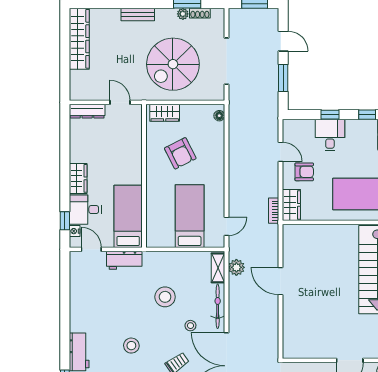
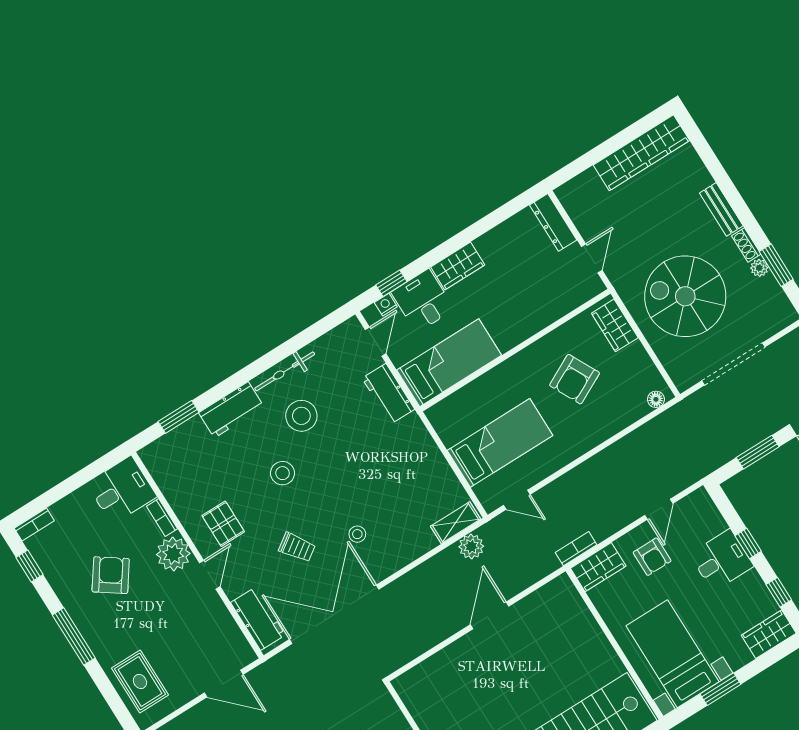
shoe rack: (200, 13) -> (746, 245), moved
stool: (165, 297) -> (301, 416), moved
bicycle: (218, 306) -> (285, 371), moved, turned 180

